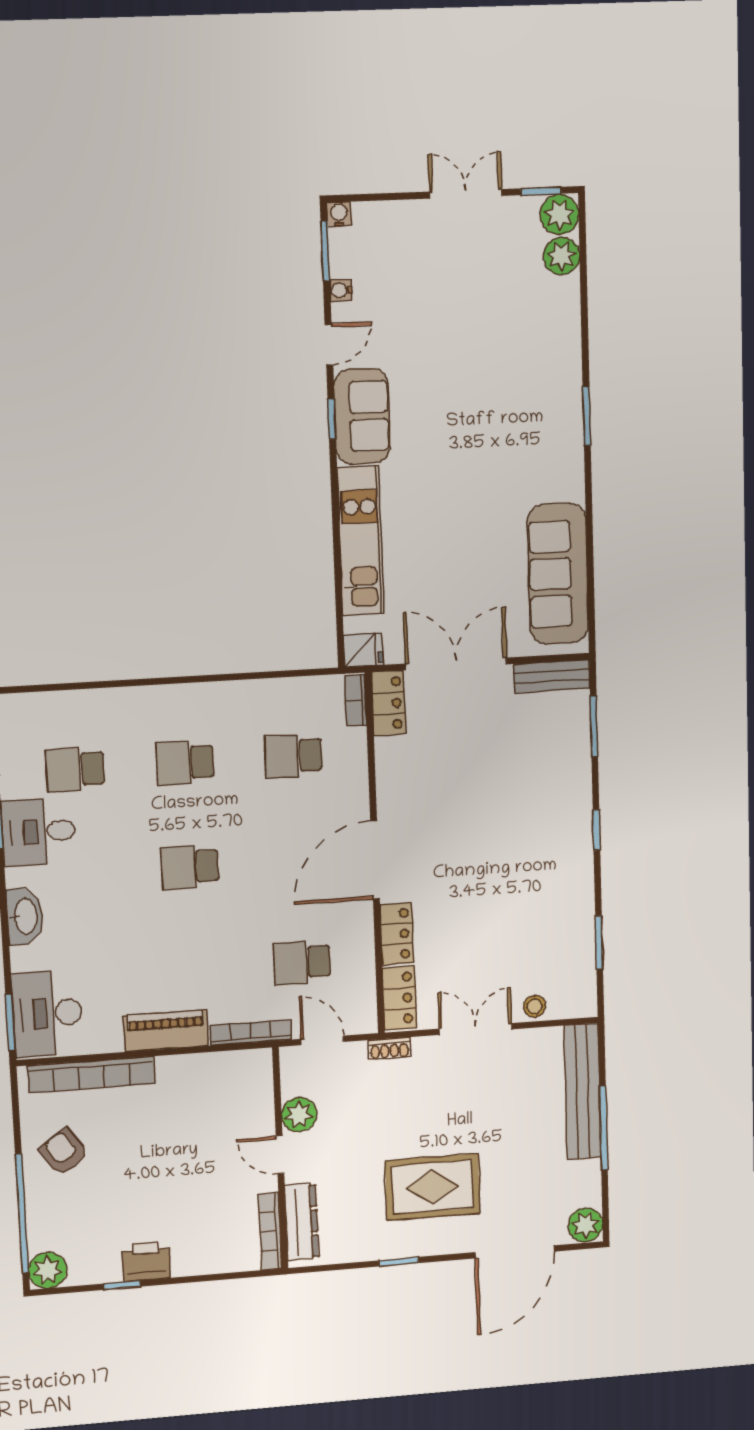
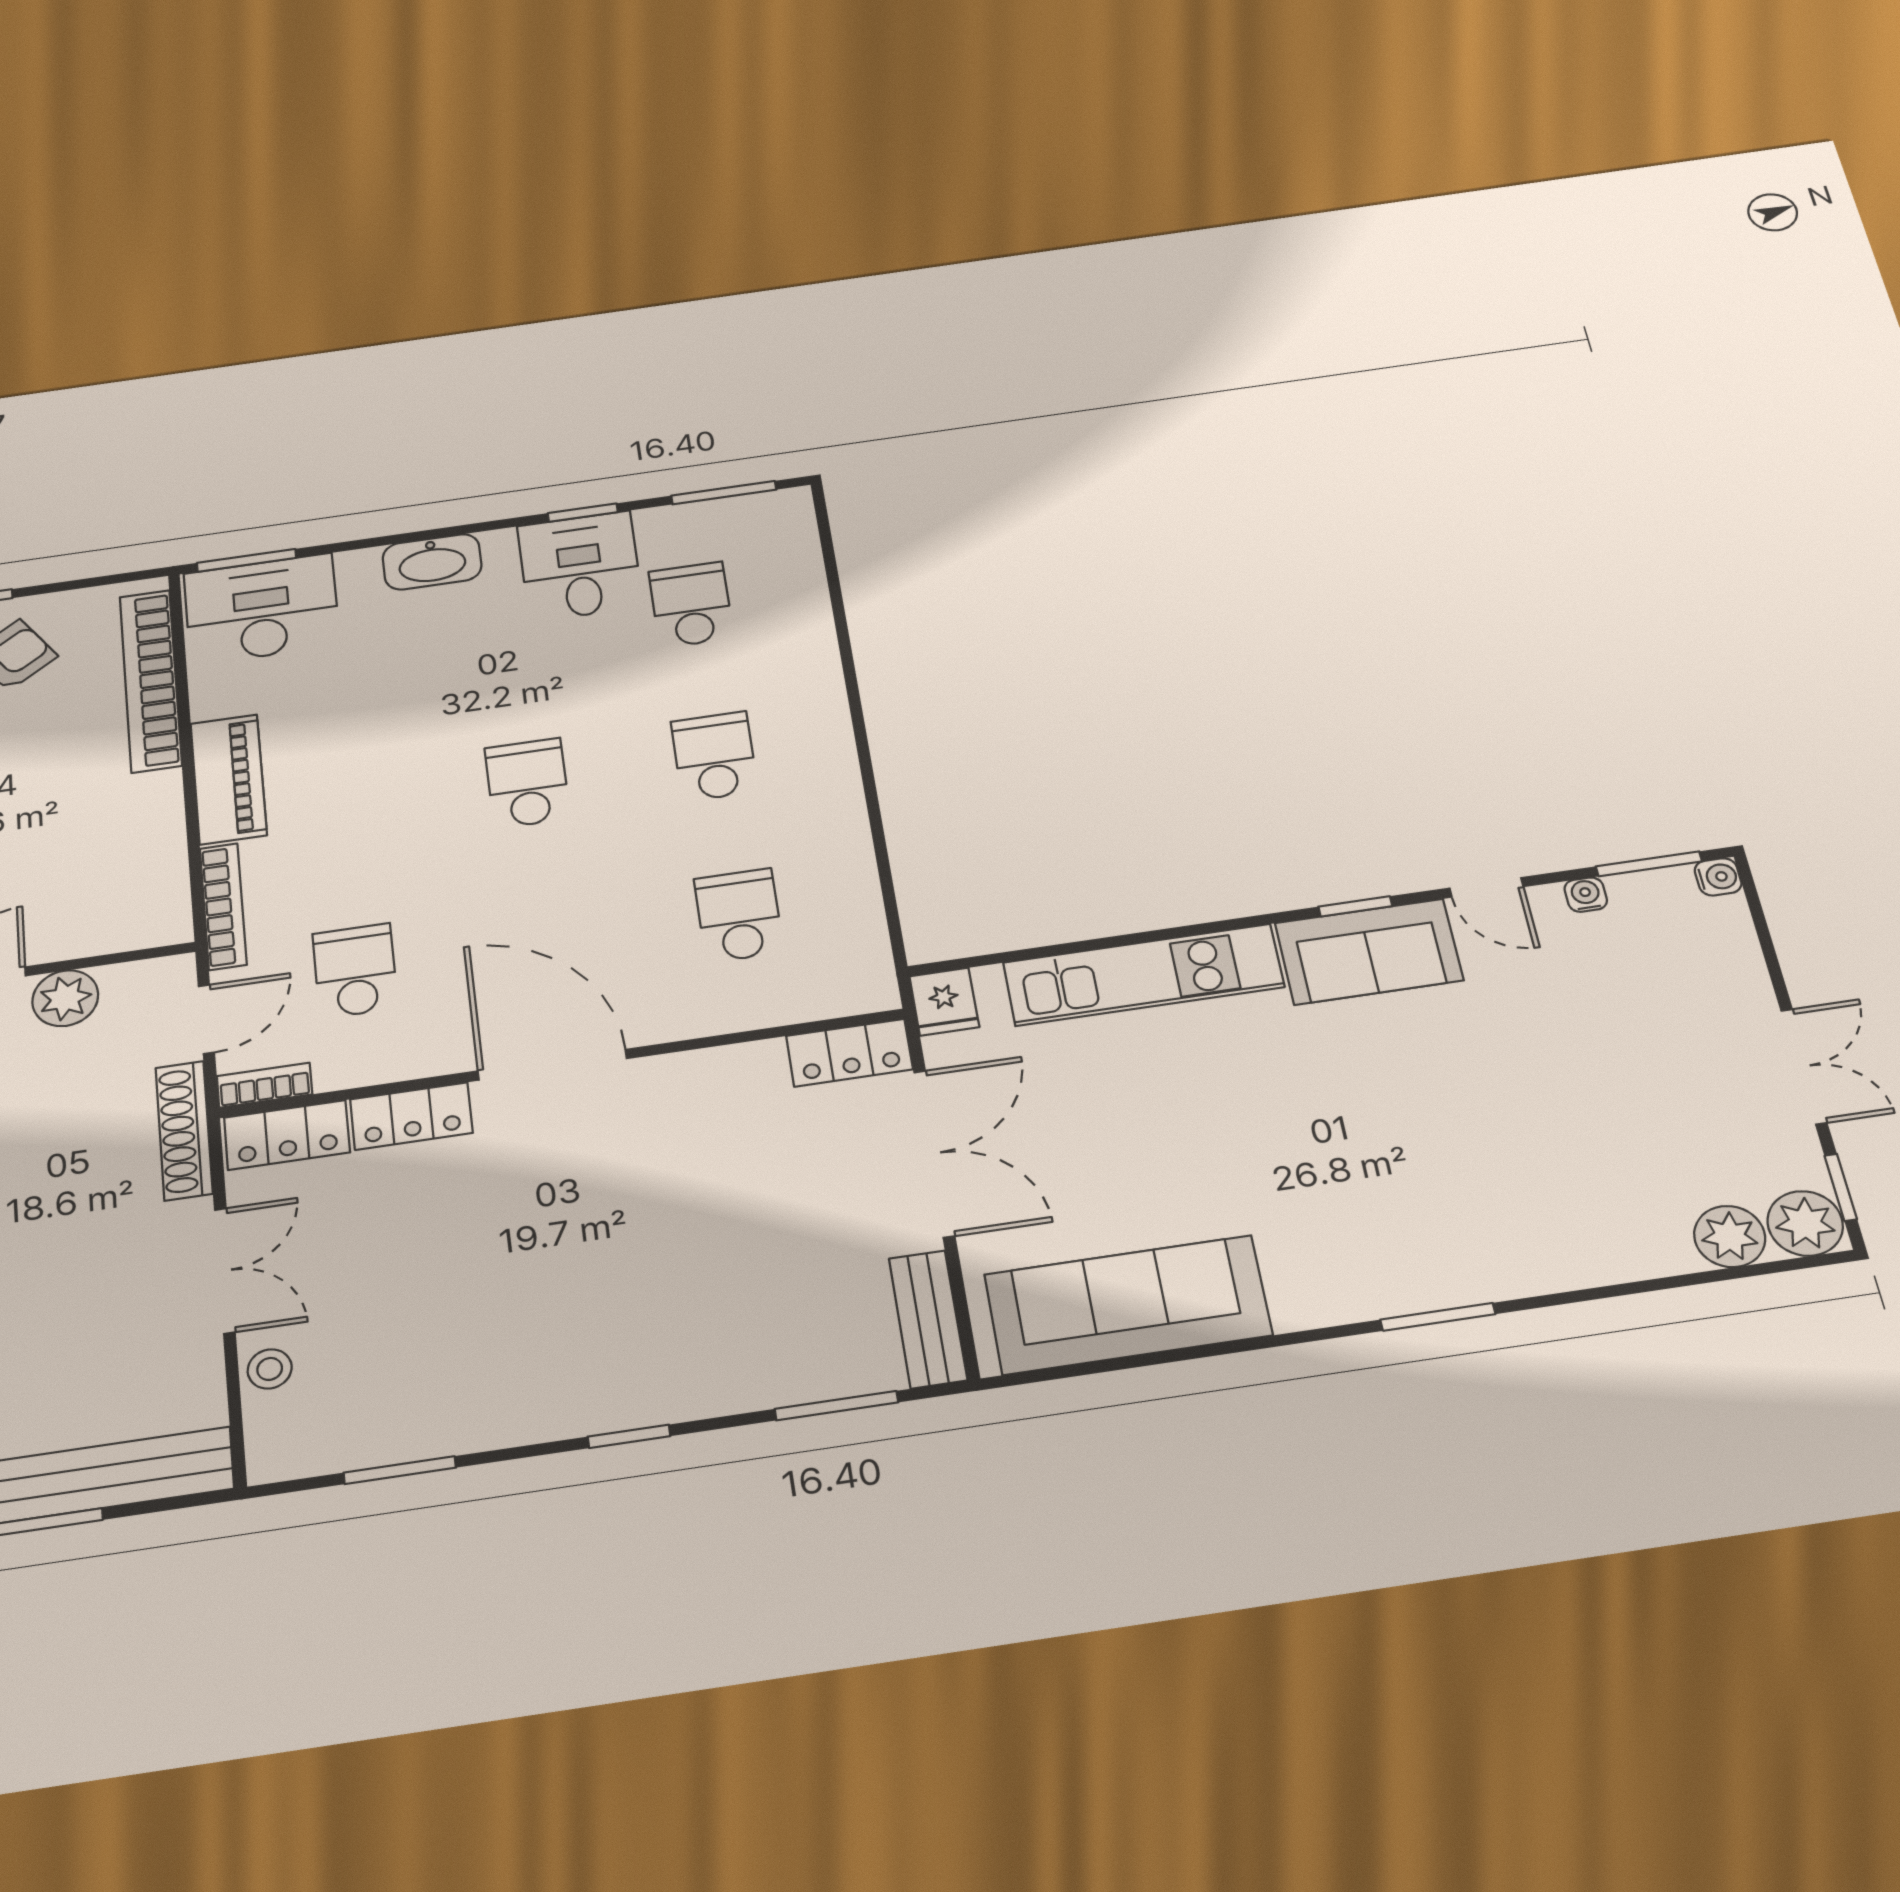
bookcase: (356, 700) -> (265, 1085), moved
shoe rack: (389, 1049) -> (184, 1130), width x1.94, depth x1.24

